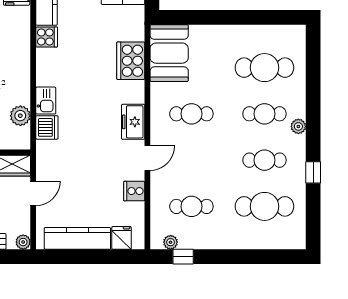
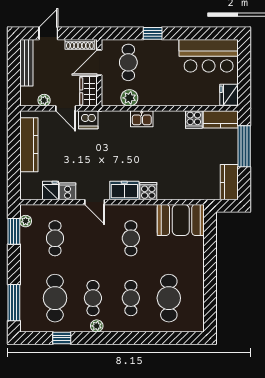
cooker: (131, 61) -> (148, 191), moved, width x0.53, depth x0.76
plant: (298, 126) -> (97, 326), moved
dishwasher: (47, 127) -> (88, 120), moved
window: (313, 172) -> (62, 338), moved
fridge: (122, 238) -> (50, 190), moved, turned -90
plant: (23, 242) -> (44, 100), moved
window: (183, 257) -> (14, 231), width x1.50
window: (270, 257) -> (14, 303), added

